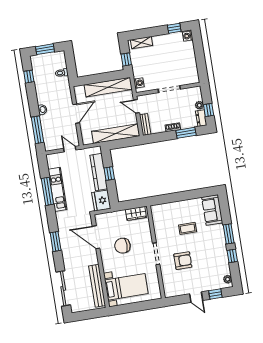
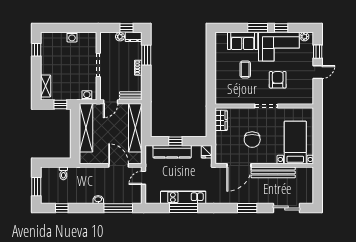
washing machine: (188, 36) -> (72, 37), moved
door: (76, 114) -> (119, 165), moved
fridge: (101, 201) -> (207, 152), width x0.53, depth x0.75
sofa: (212, 210) -> (243, 41), moved
window: (56, 241) -> (247, 208), moved
corner sofa: (214, 257) -> (279, 47), added
bench: (97, 286) -> (273, 172), moved
sliding door: (63, 288) -> (286, 208), width x0.73

